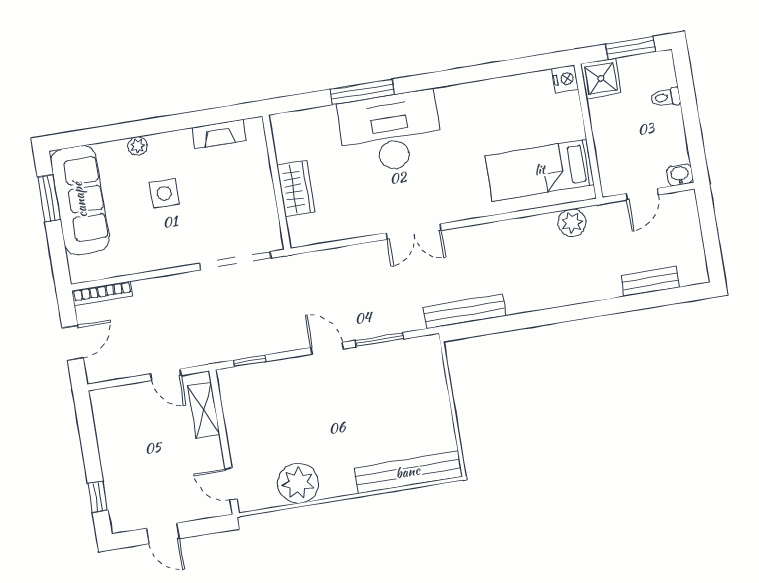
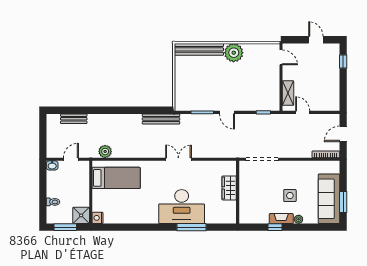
window: (185, 121) -> (275, 227), added
fireplace: (219, 134) -> (281, 219), moved
plant: (298, 483) -> (234, 53), moved

